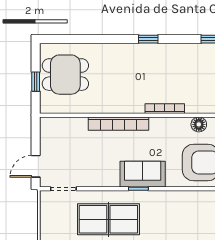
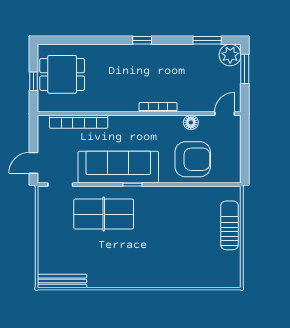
bookcase: (119, 124) -> (79, 122), moved
sofa: (143, 174) -> (118, 167), width x1.85, depth x1.27

